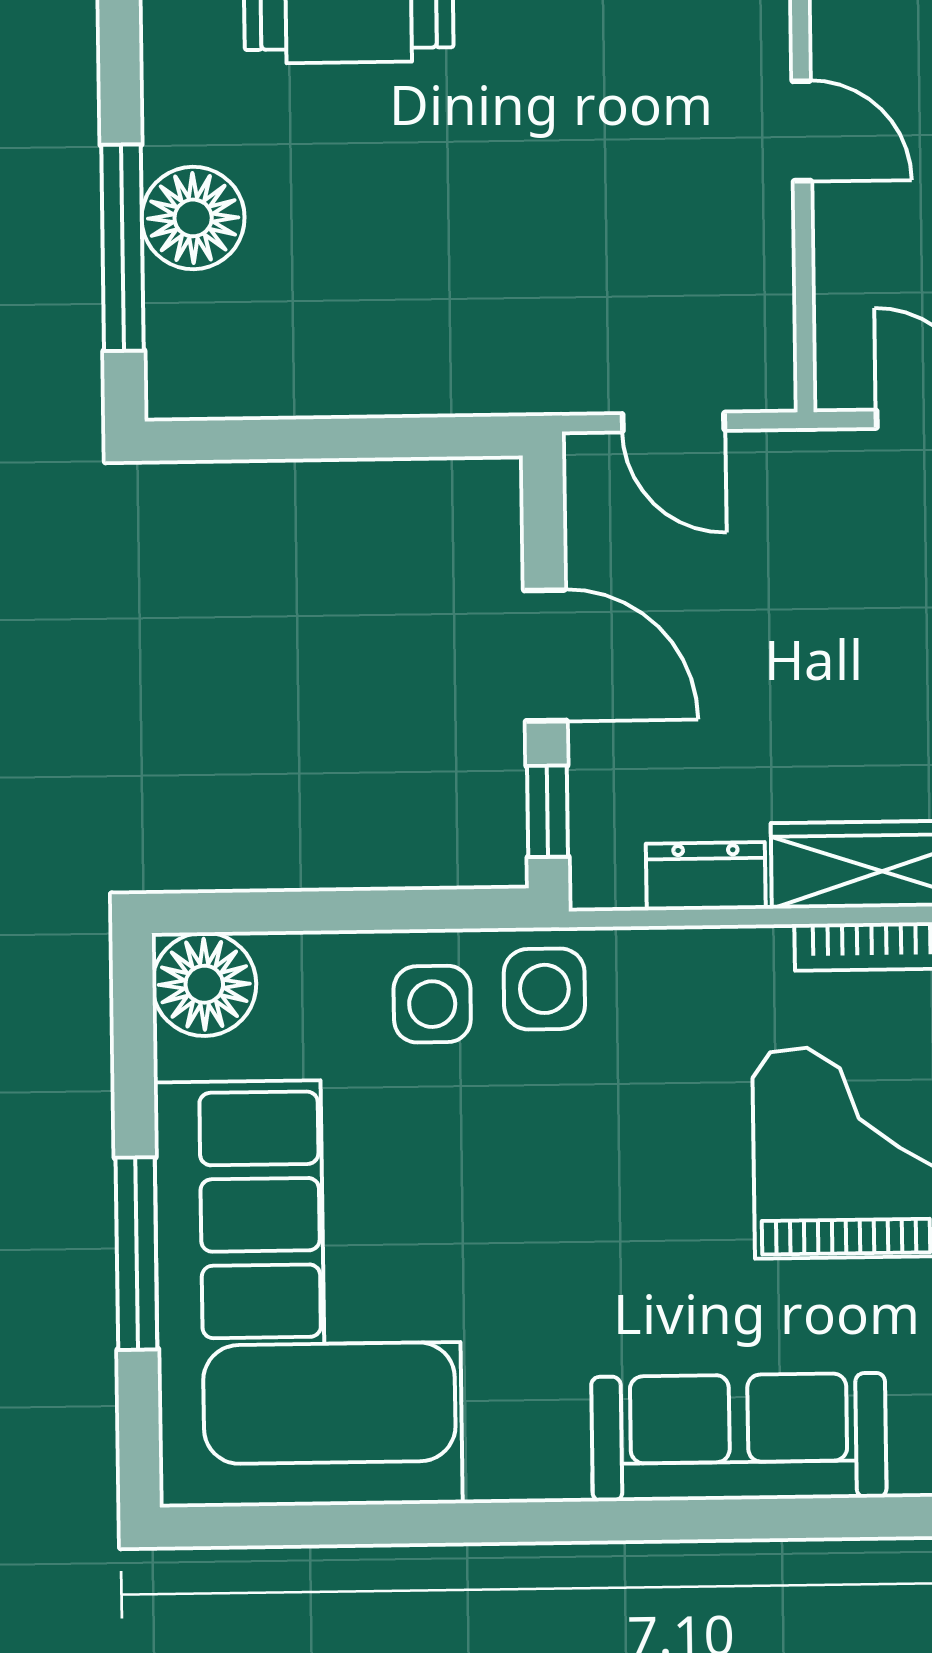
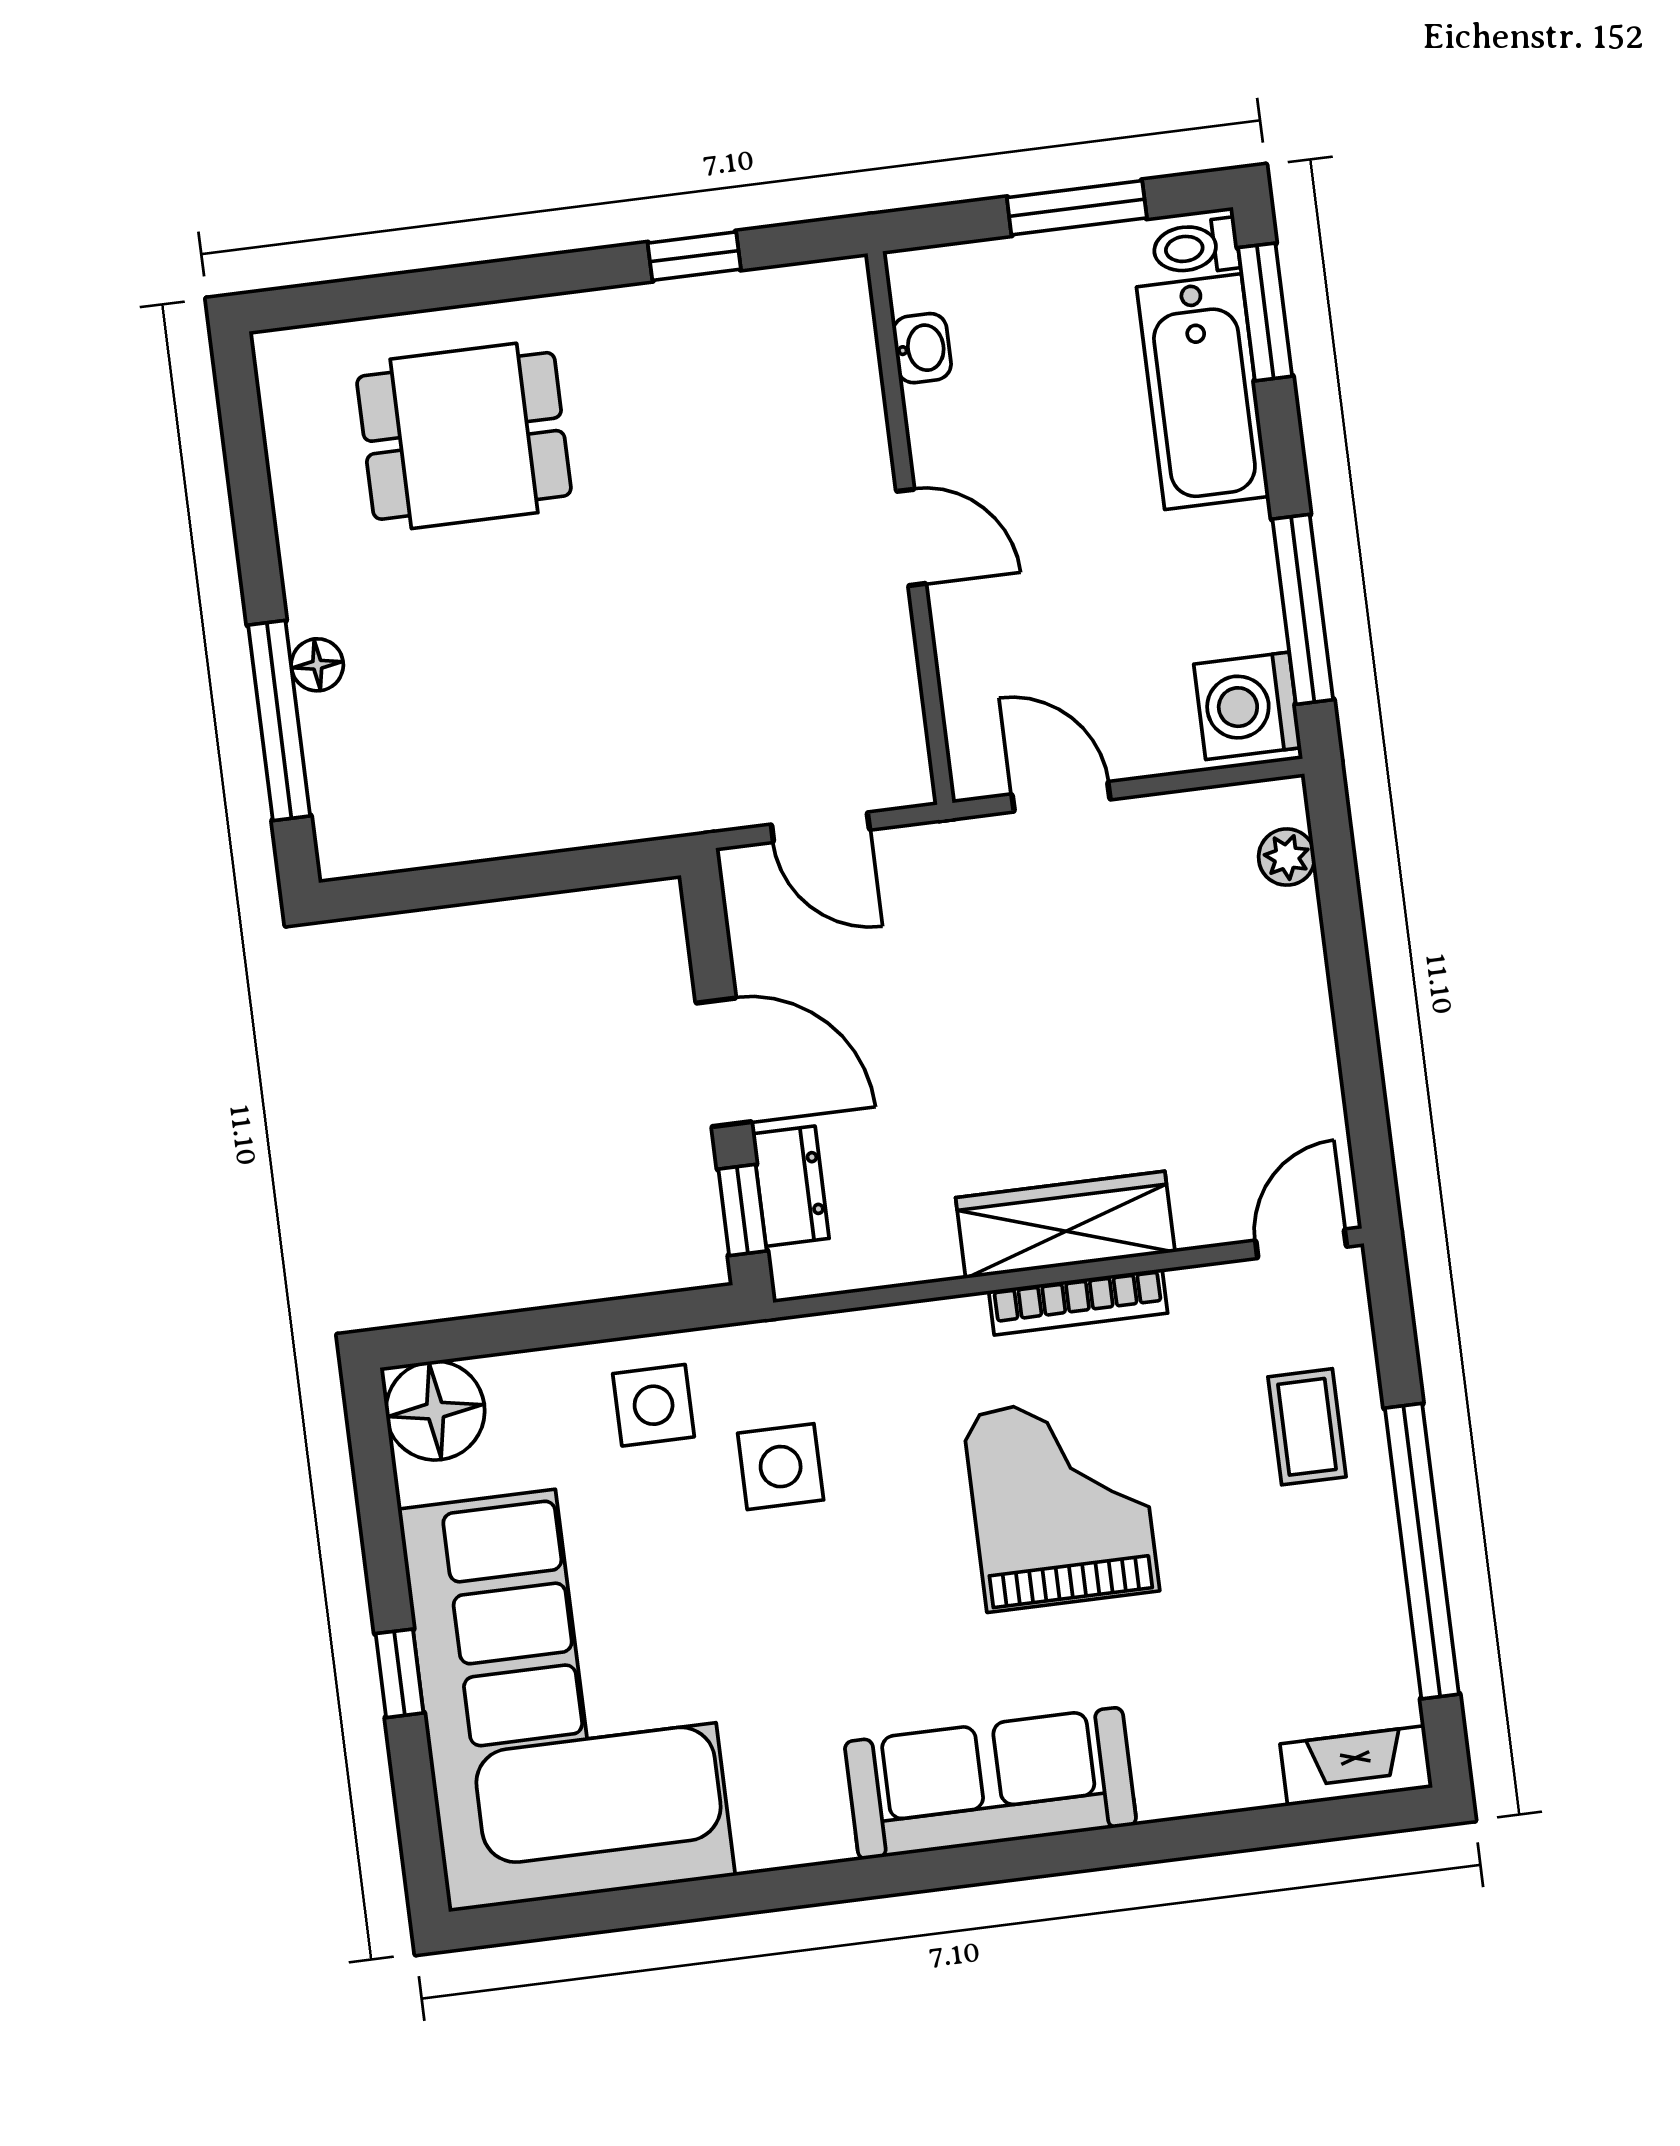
floor lamp: (193, 218) -> (317, 665), width x0.53, depth x0.53
dresser: (706, 876) -> (790, 1186), moved, turned 90
side table: (544, 989) -> (781, 1467), moved
window: (136, 1254) -> (399, 1673), width x0.46

